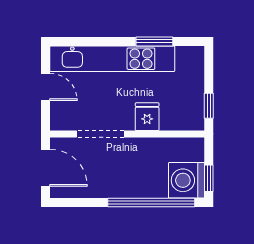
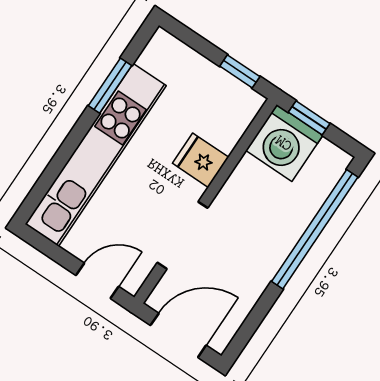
door: (45, 87) -> (97, 281), moved
window: (209, 178) -> (309, 118), moved
washing machine: (186, 180) -> (284, 143), moved

